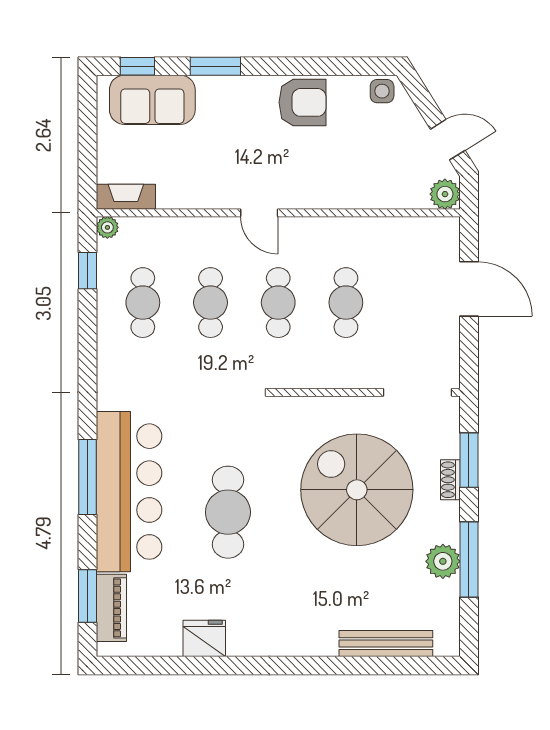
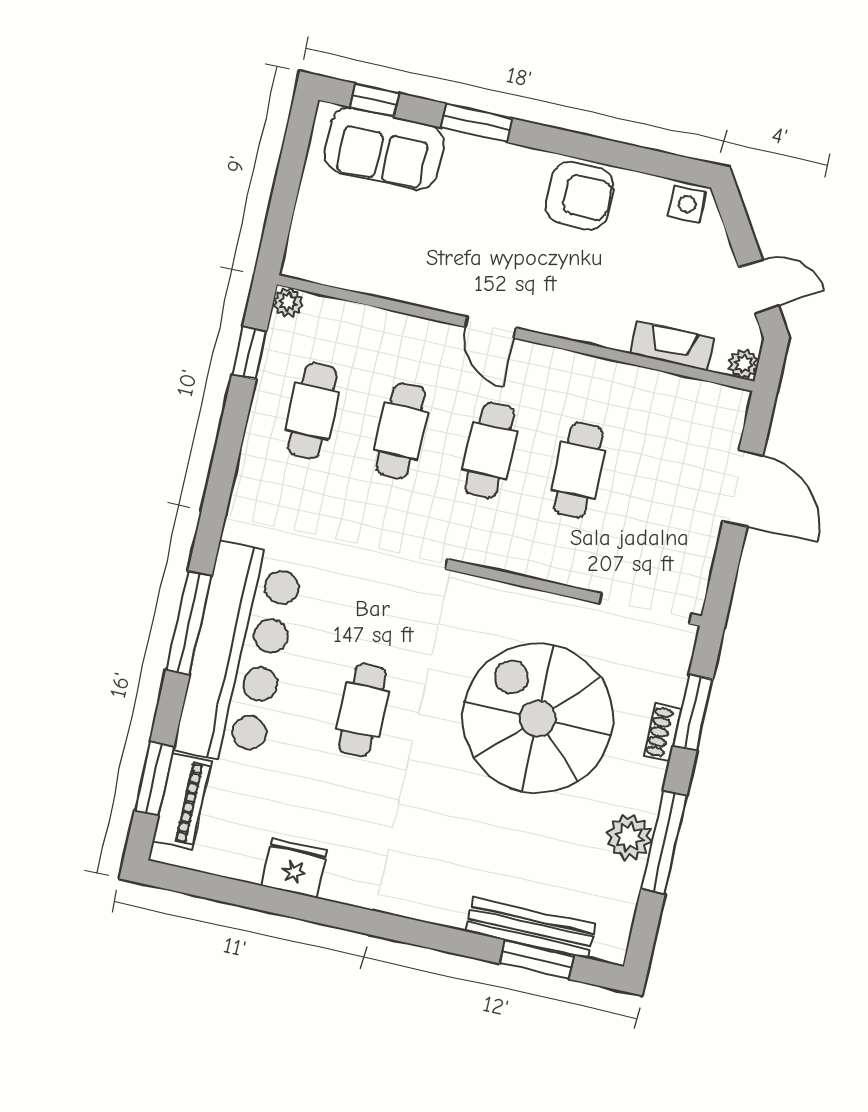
plant: (445, 194) -> (744, 364), width x0.73, depth x0.73
fireplace: (126, 197) -> (672, 346), moved
cafe table: (228, 512) -> (362, 710), width x0.73, depth x0.74
window: (396, 665) -> (537, 960), added

